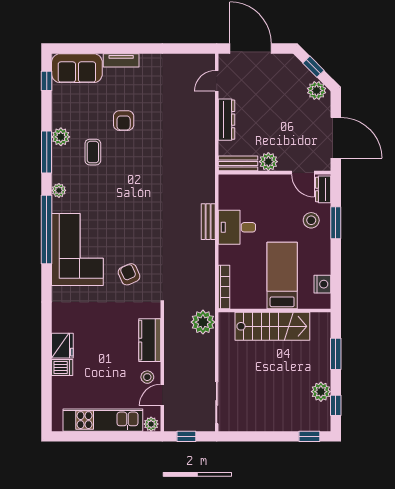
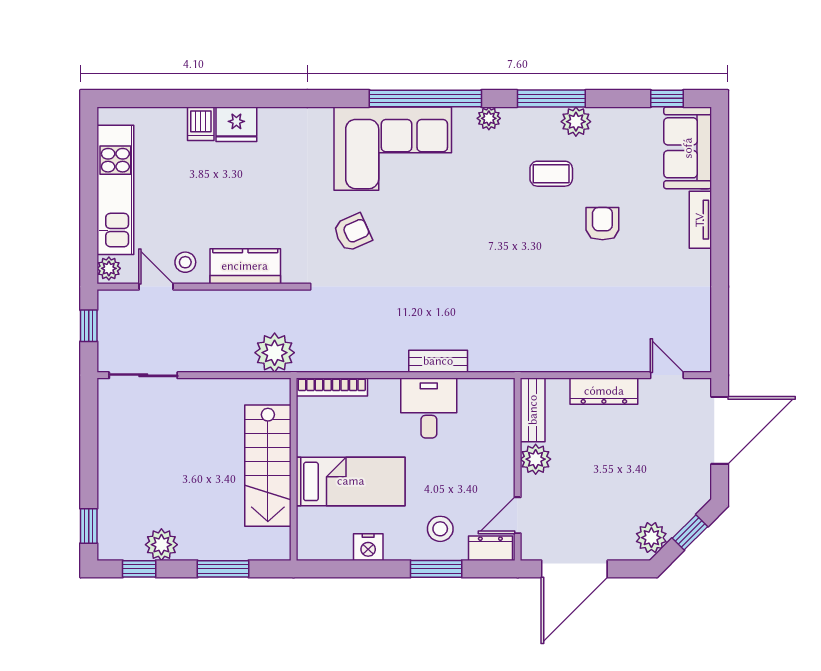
armchair: (124, 121) -> (602, 224), turned 90
nightstand: (322, 284) -> (368, 547), moved

